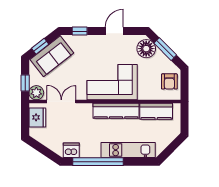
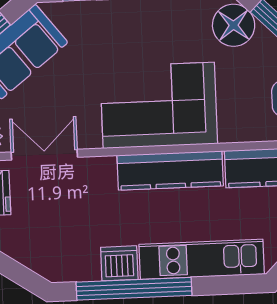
dishwasher: (71, 150) -> (119, 263), moved

